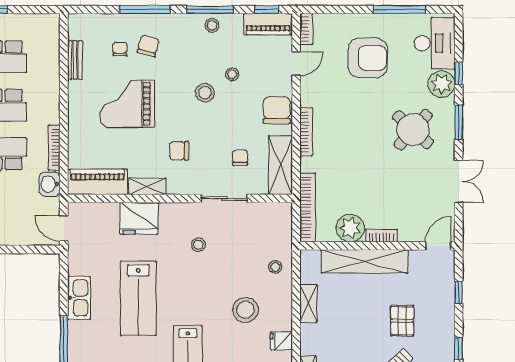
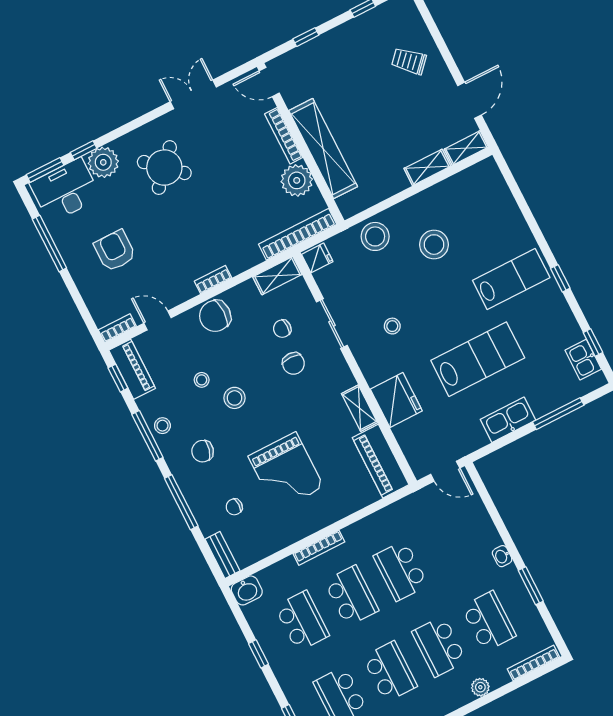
chair: (148, 46) -> (203, 451), moved
armchair: (368, 58) -> (115, 251), width x0.73, depth x0.73
bench: (75, 60) -> (222, 555), moved, turned 90
window: (459, 122) -> (45, 170), moved
bookcase: (306, 132) -> (213, 280), width x0.64
bookcase: (54, 148) -> (319, 548), moved
chair: (179, 151) -> (293, 363), moved
shelving: (281, 165) -> (277, 276), width x0.67, depth x0.75
washbasin: (50, 184) -> (247, 590), moved
door: (64, 228) -> (445, 471), hinge flipped
bookcase: (382, 236) -> (284, 136), width x1.56
stool: (275, 267) -> (375, 236), width x1.89, depth x1.89
shelving: (308, 303) -> (427, 167), moved
pallet: (402, 321) -> (364, 80), removed
fridge: (281, 341) -> (317, 258), moved, turned -90

